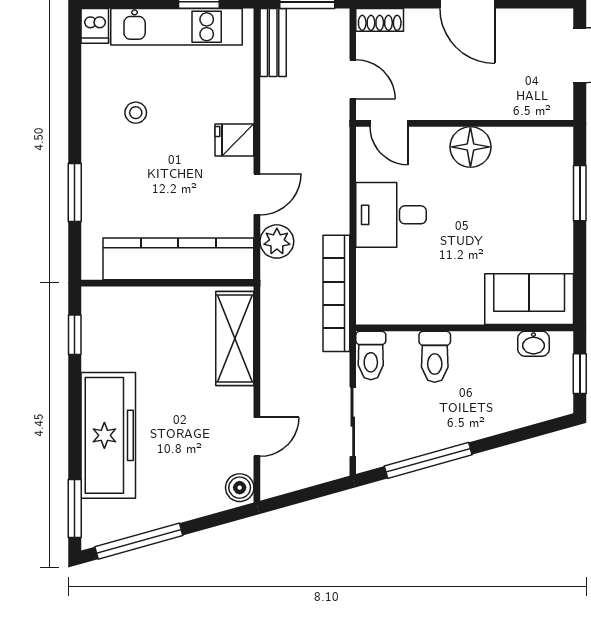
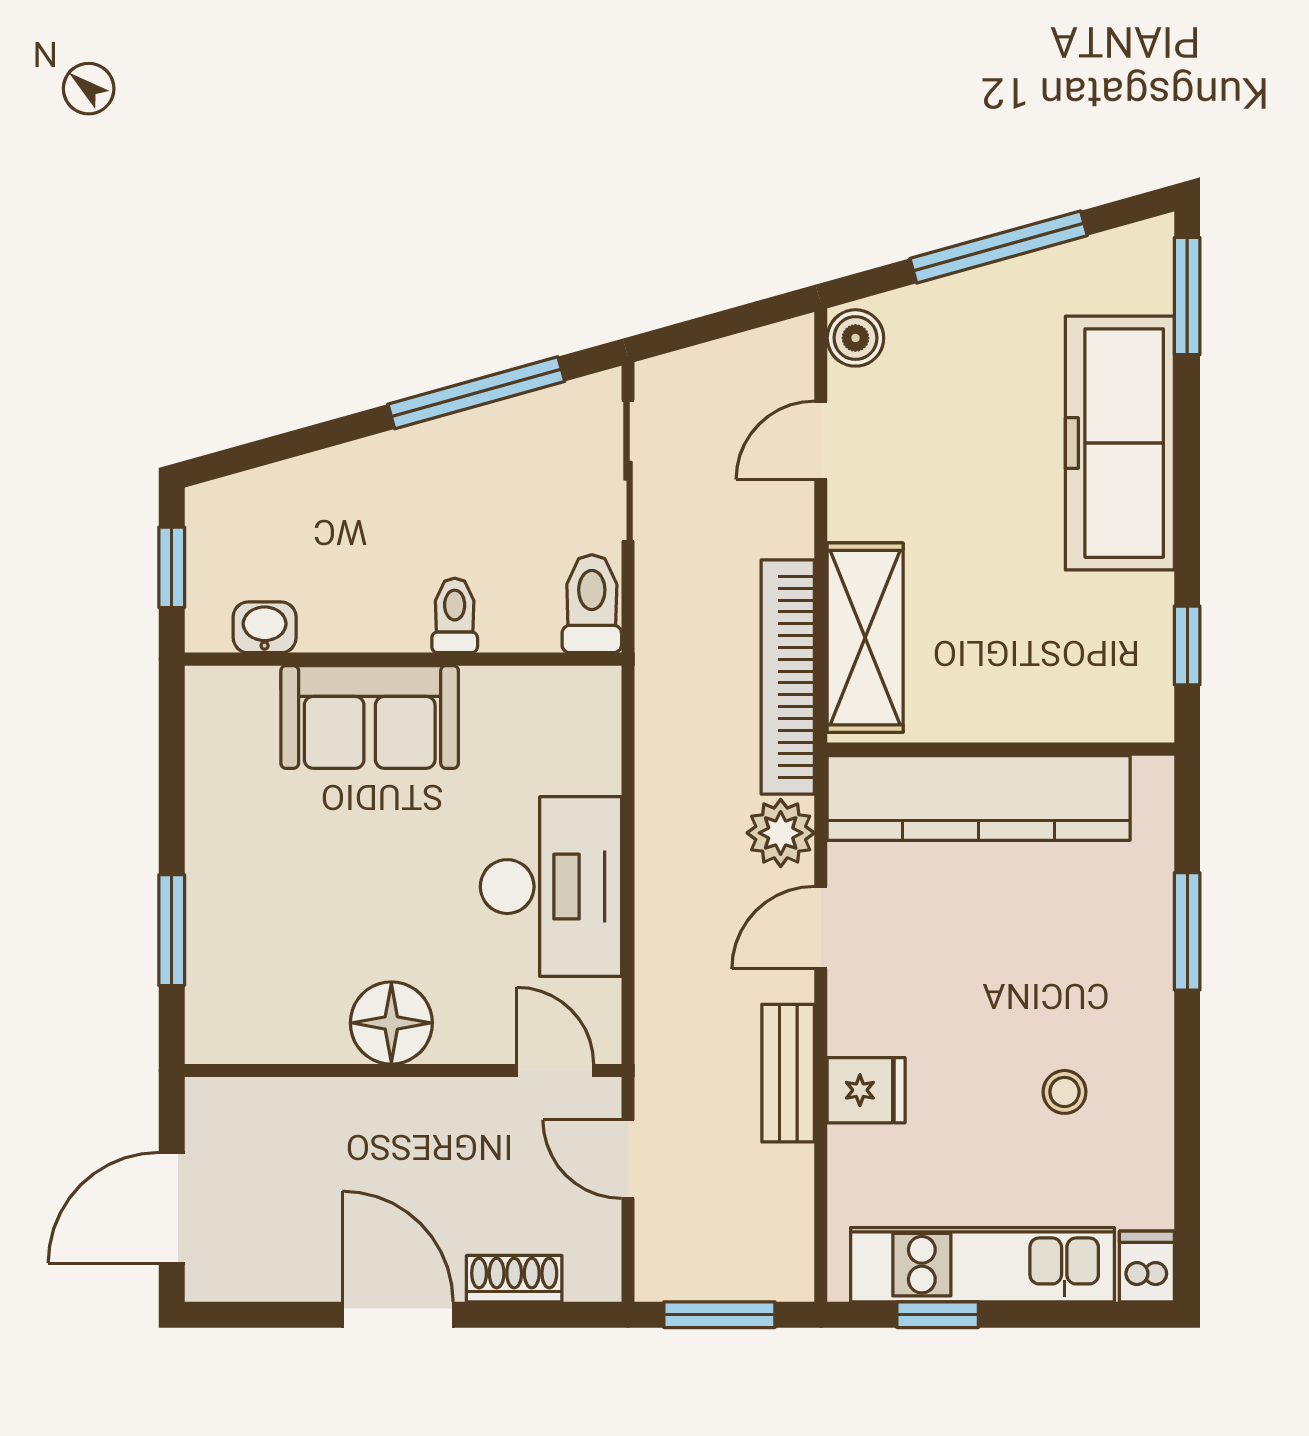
shoe rack: (380, 20) -> (514, 1279), moved
bench: (273, 42) -> (788, 1073), moved
fridge: (234, 140) -> (866, 1090), moved
desk: (391, 215) -> (551, 887), width x1.37
bookcase: (336, 293) -> (788, 677), moved, turned 180
sofa: (529, 299) -> (370, 717), moved
toilet: (435, 357) -> (455, 615), width x0.73, depth x0.72
window: (139, 541) -> (999, 247), moved

